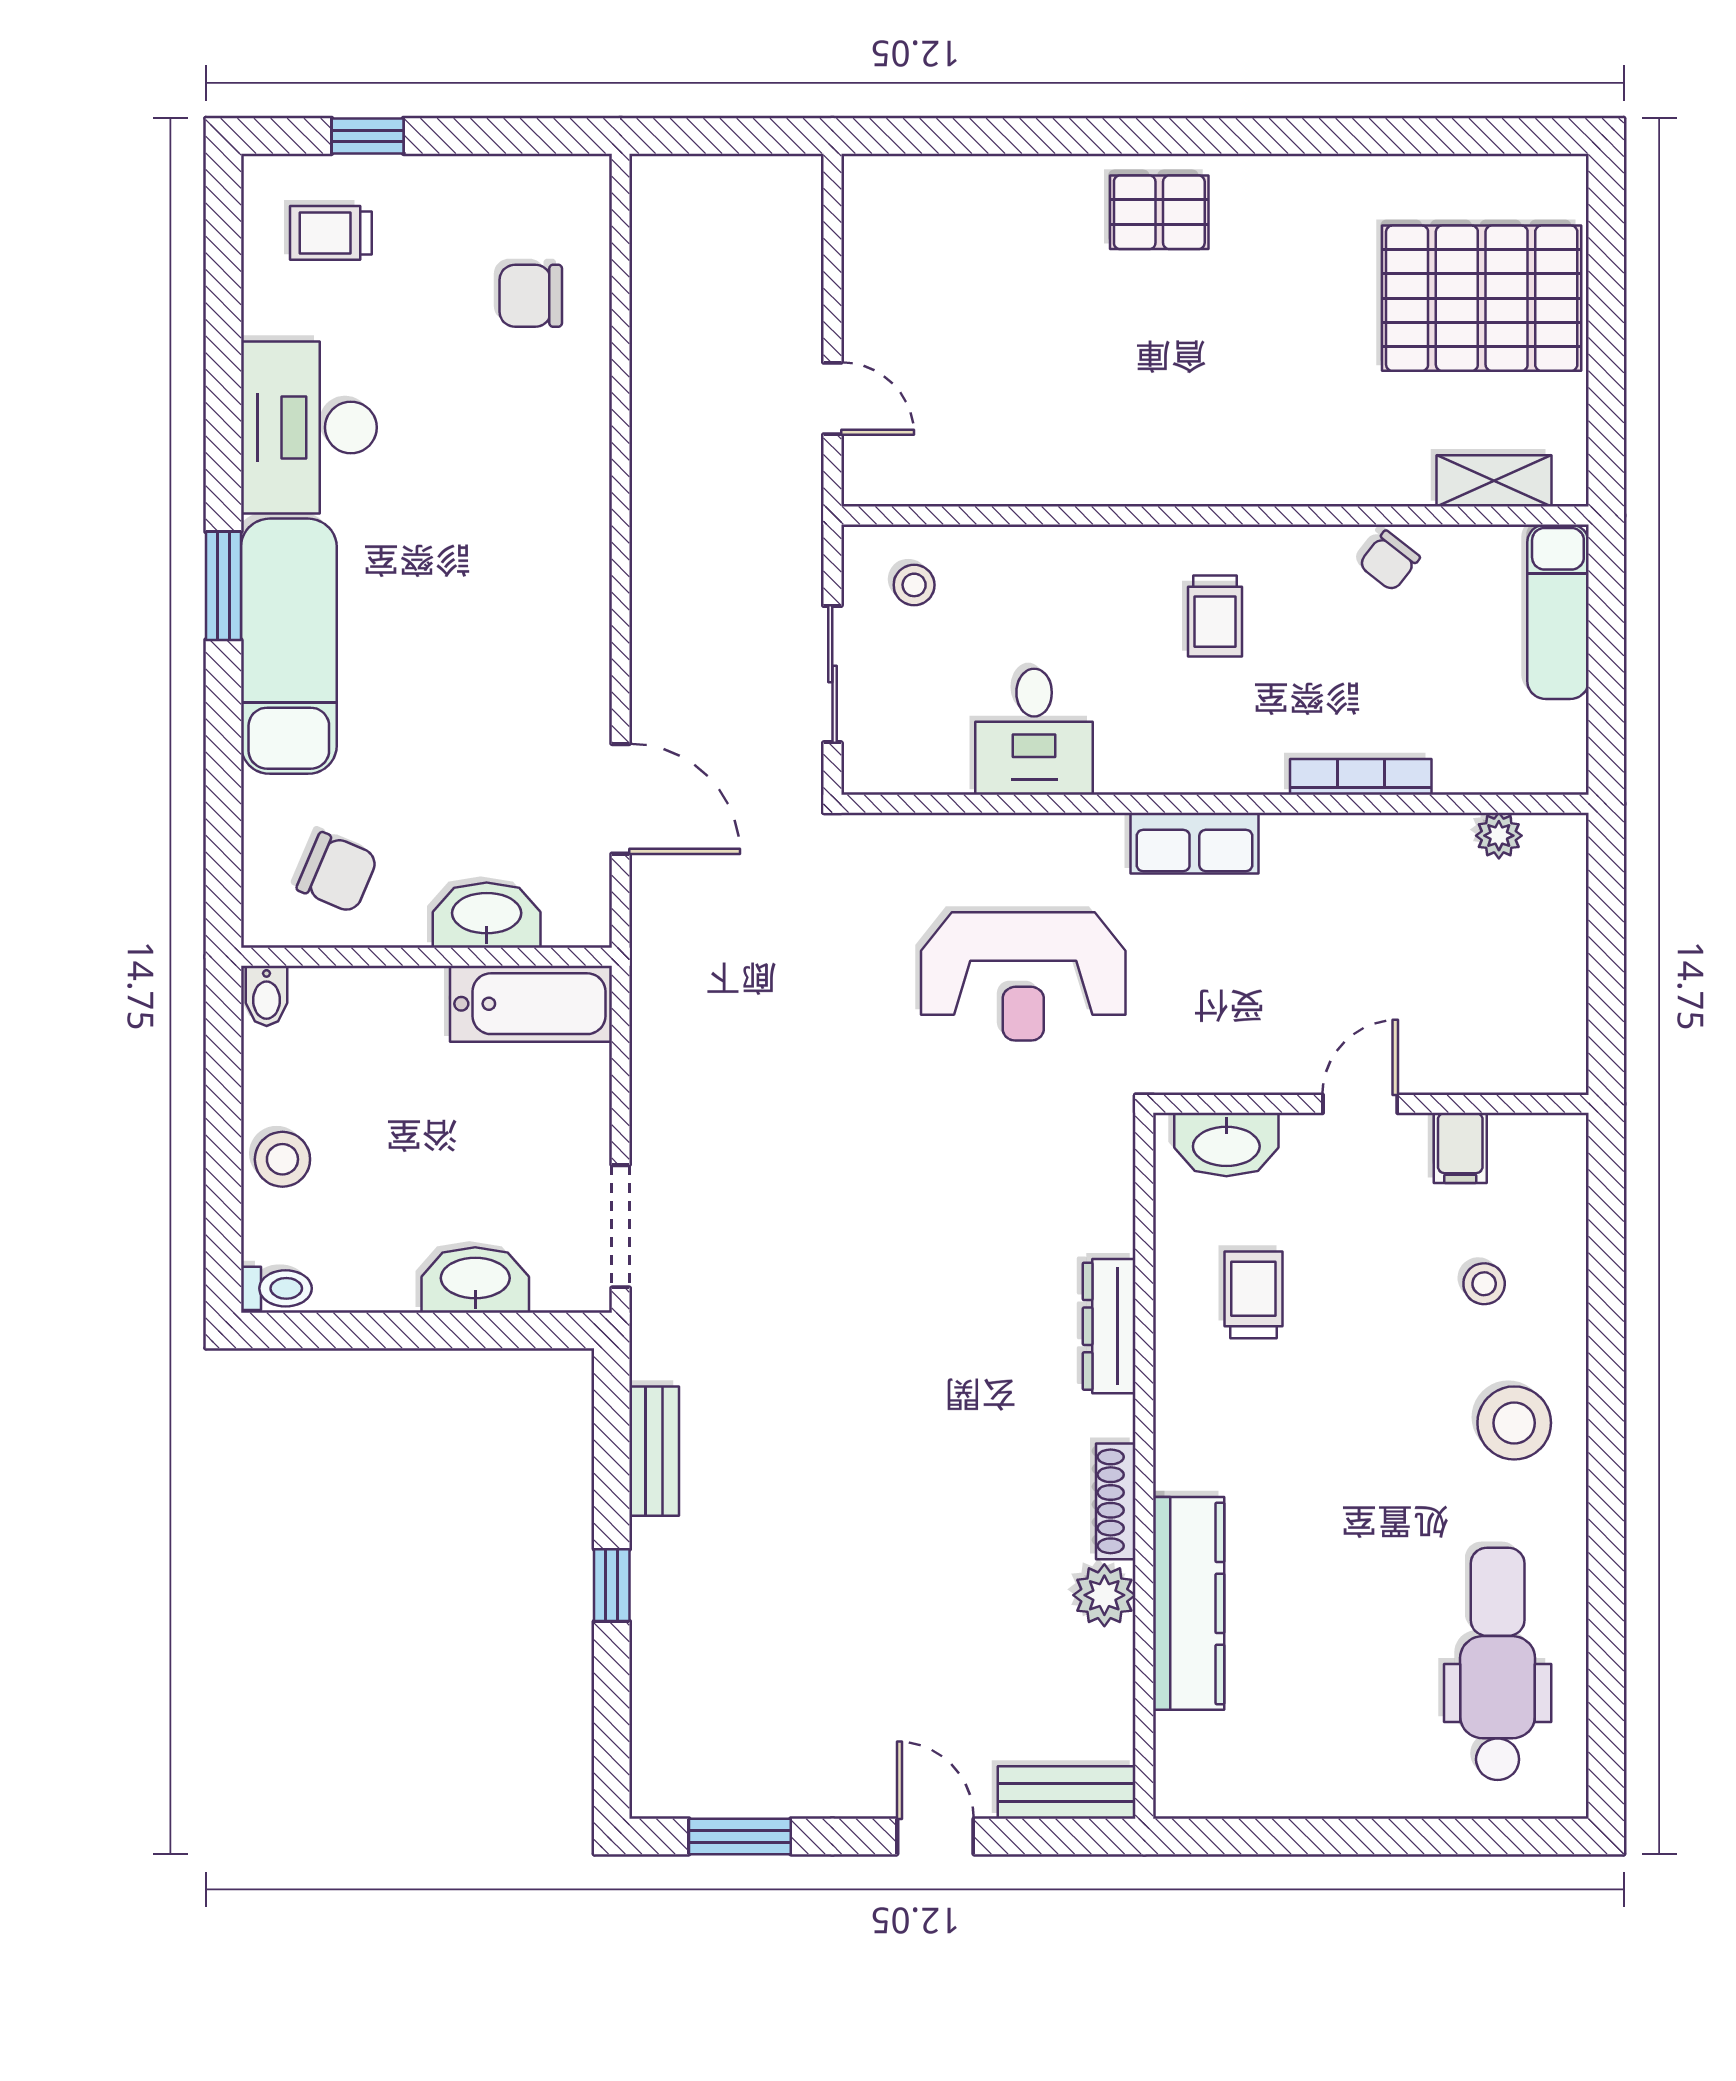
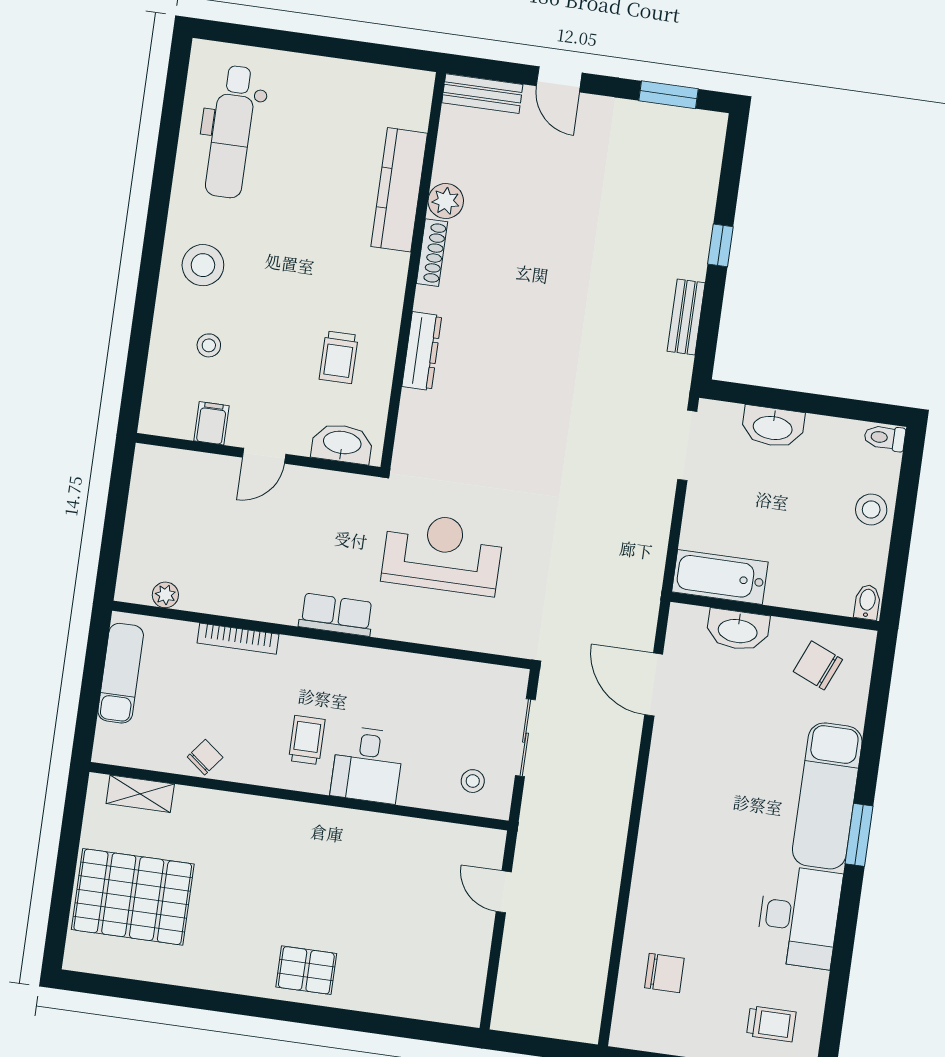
exam couch: (1558, 612) -> (121, 673), moved
desk: (1034, 732) -> (367, 765), moved, turned 180

